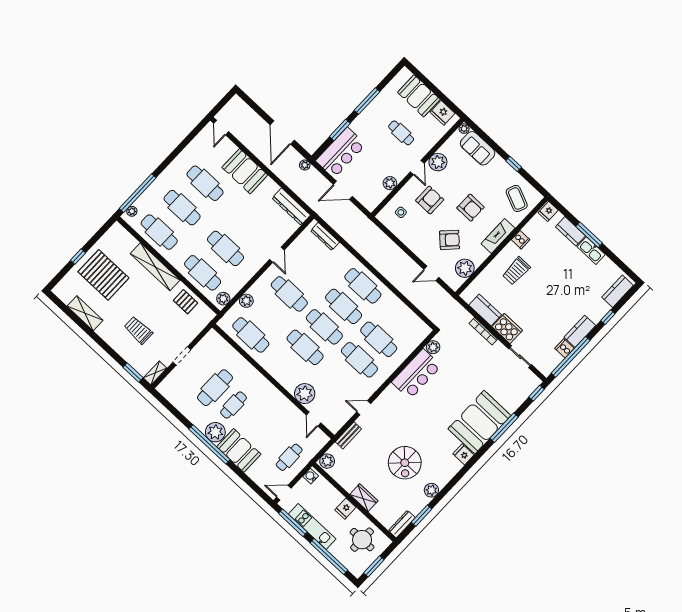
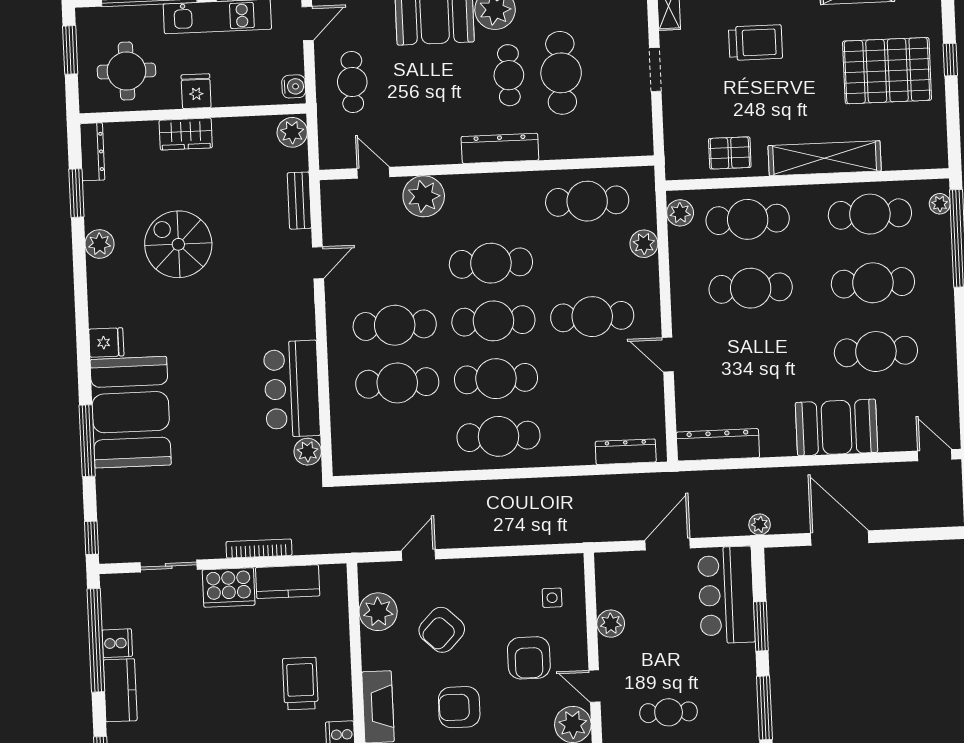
dresser: (262, 383) -> (500, 148), added

